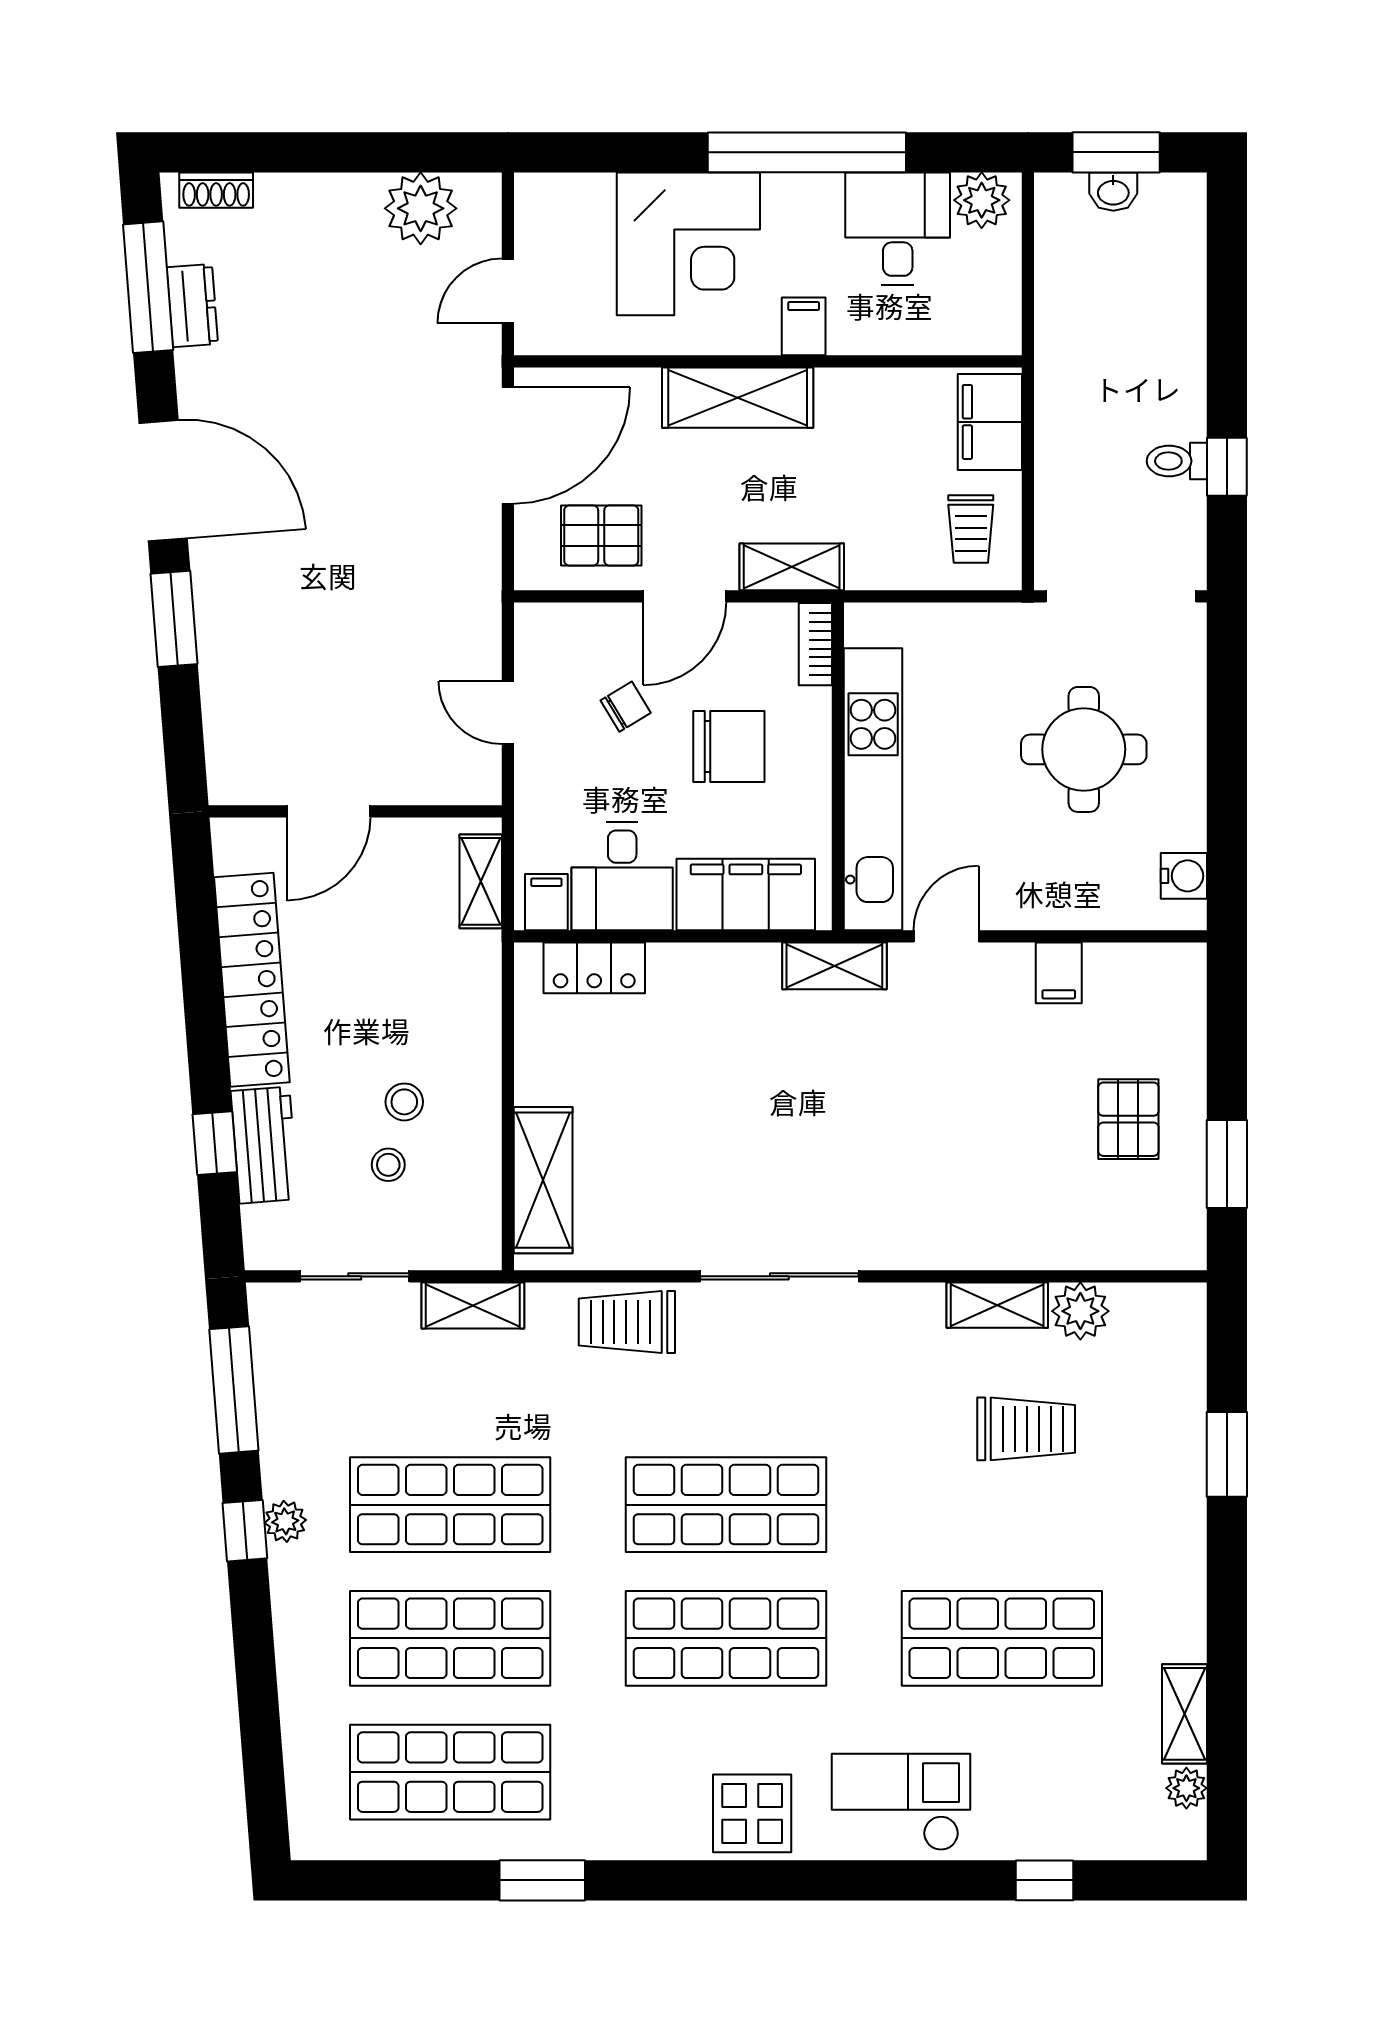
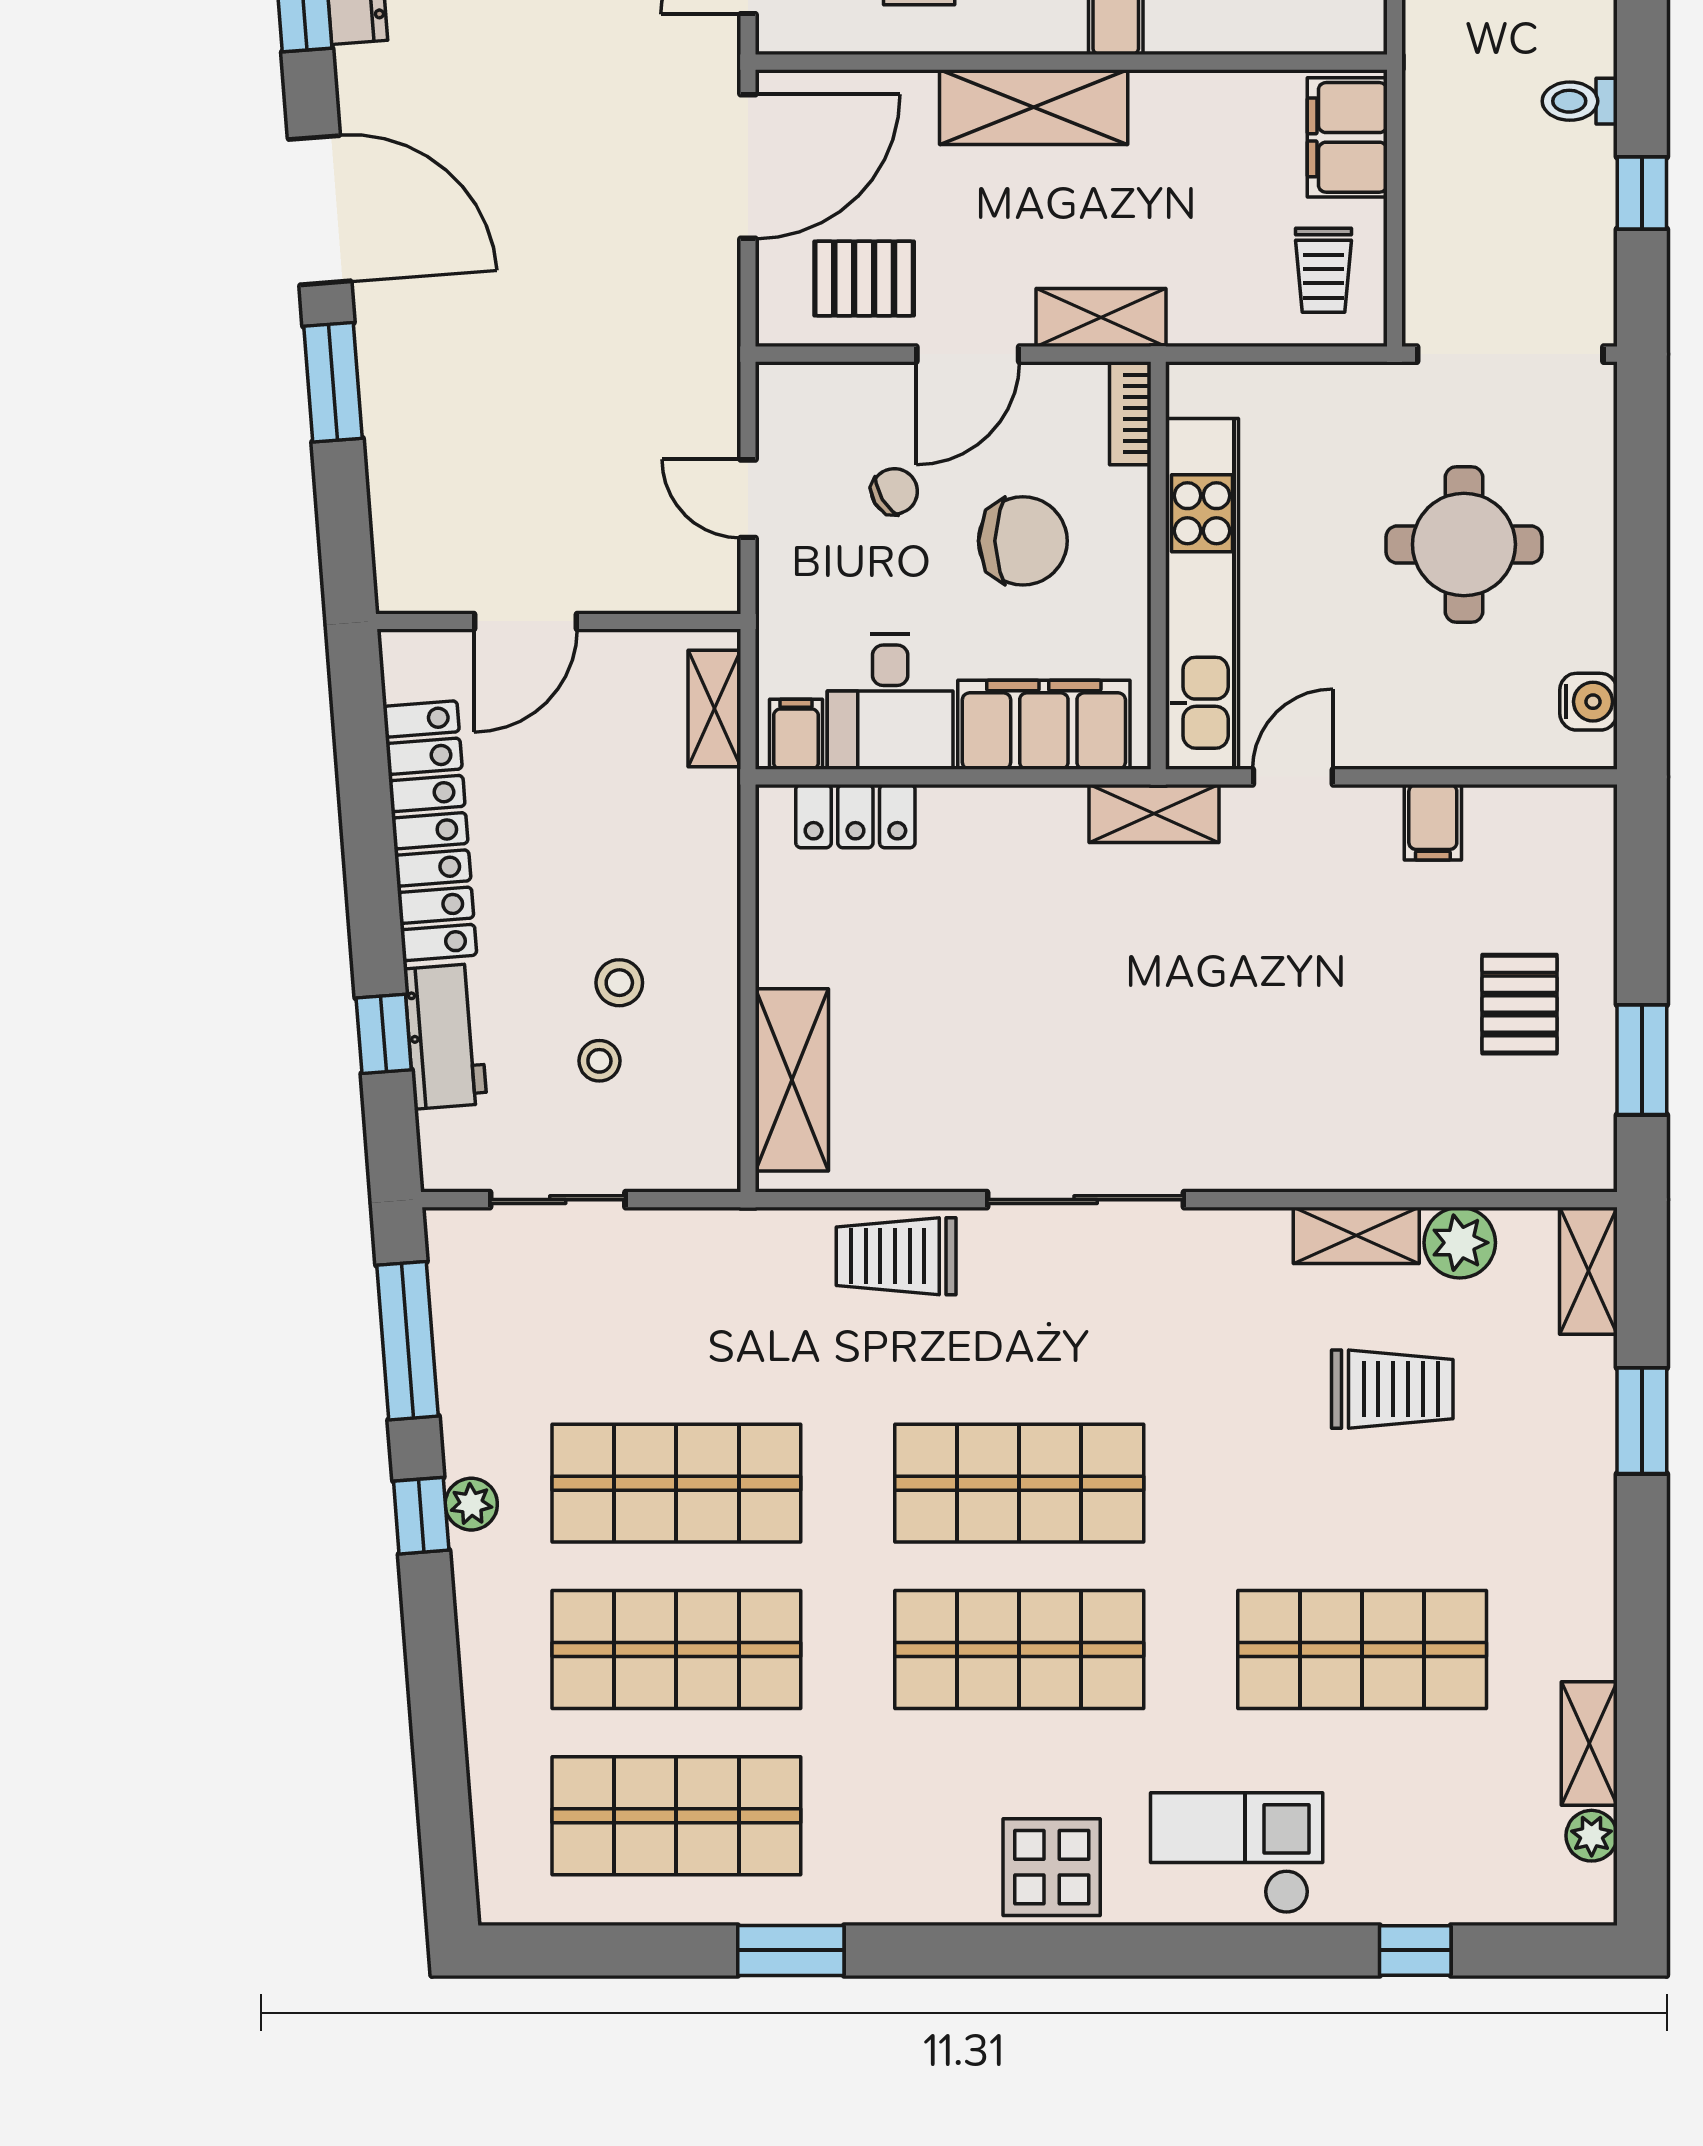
toilet: (1177, 461) -> (1580, 101), moved
shelving: (473, 1305) -> (1588, 1271), moved, turned 90

